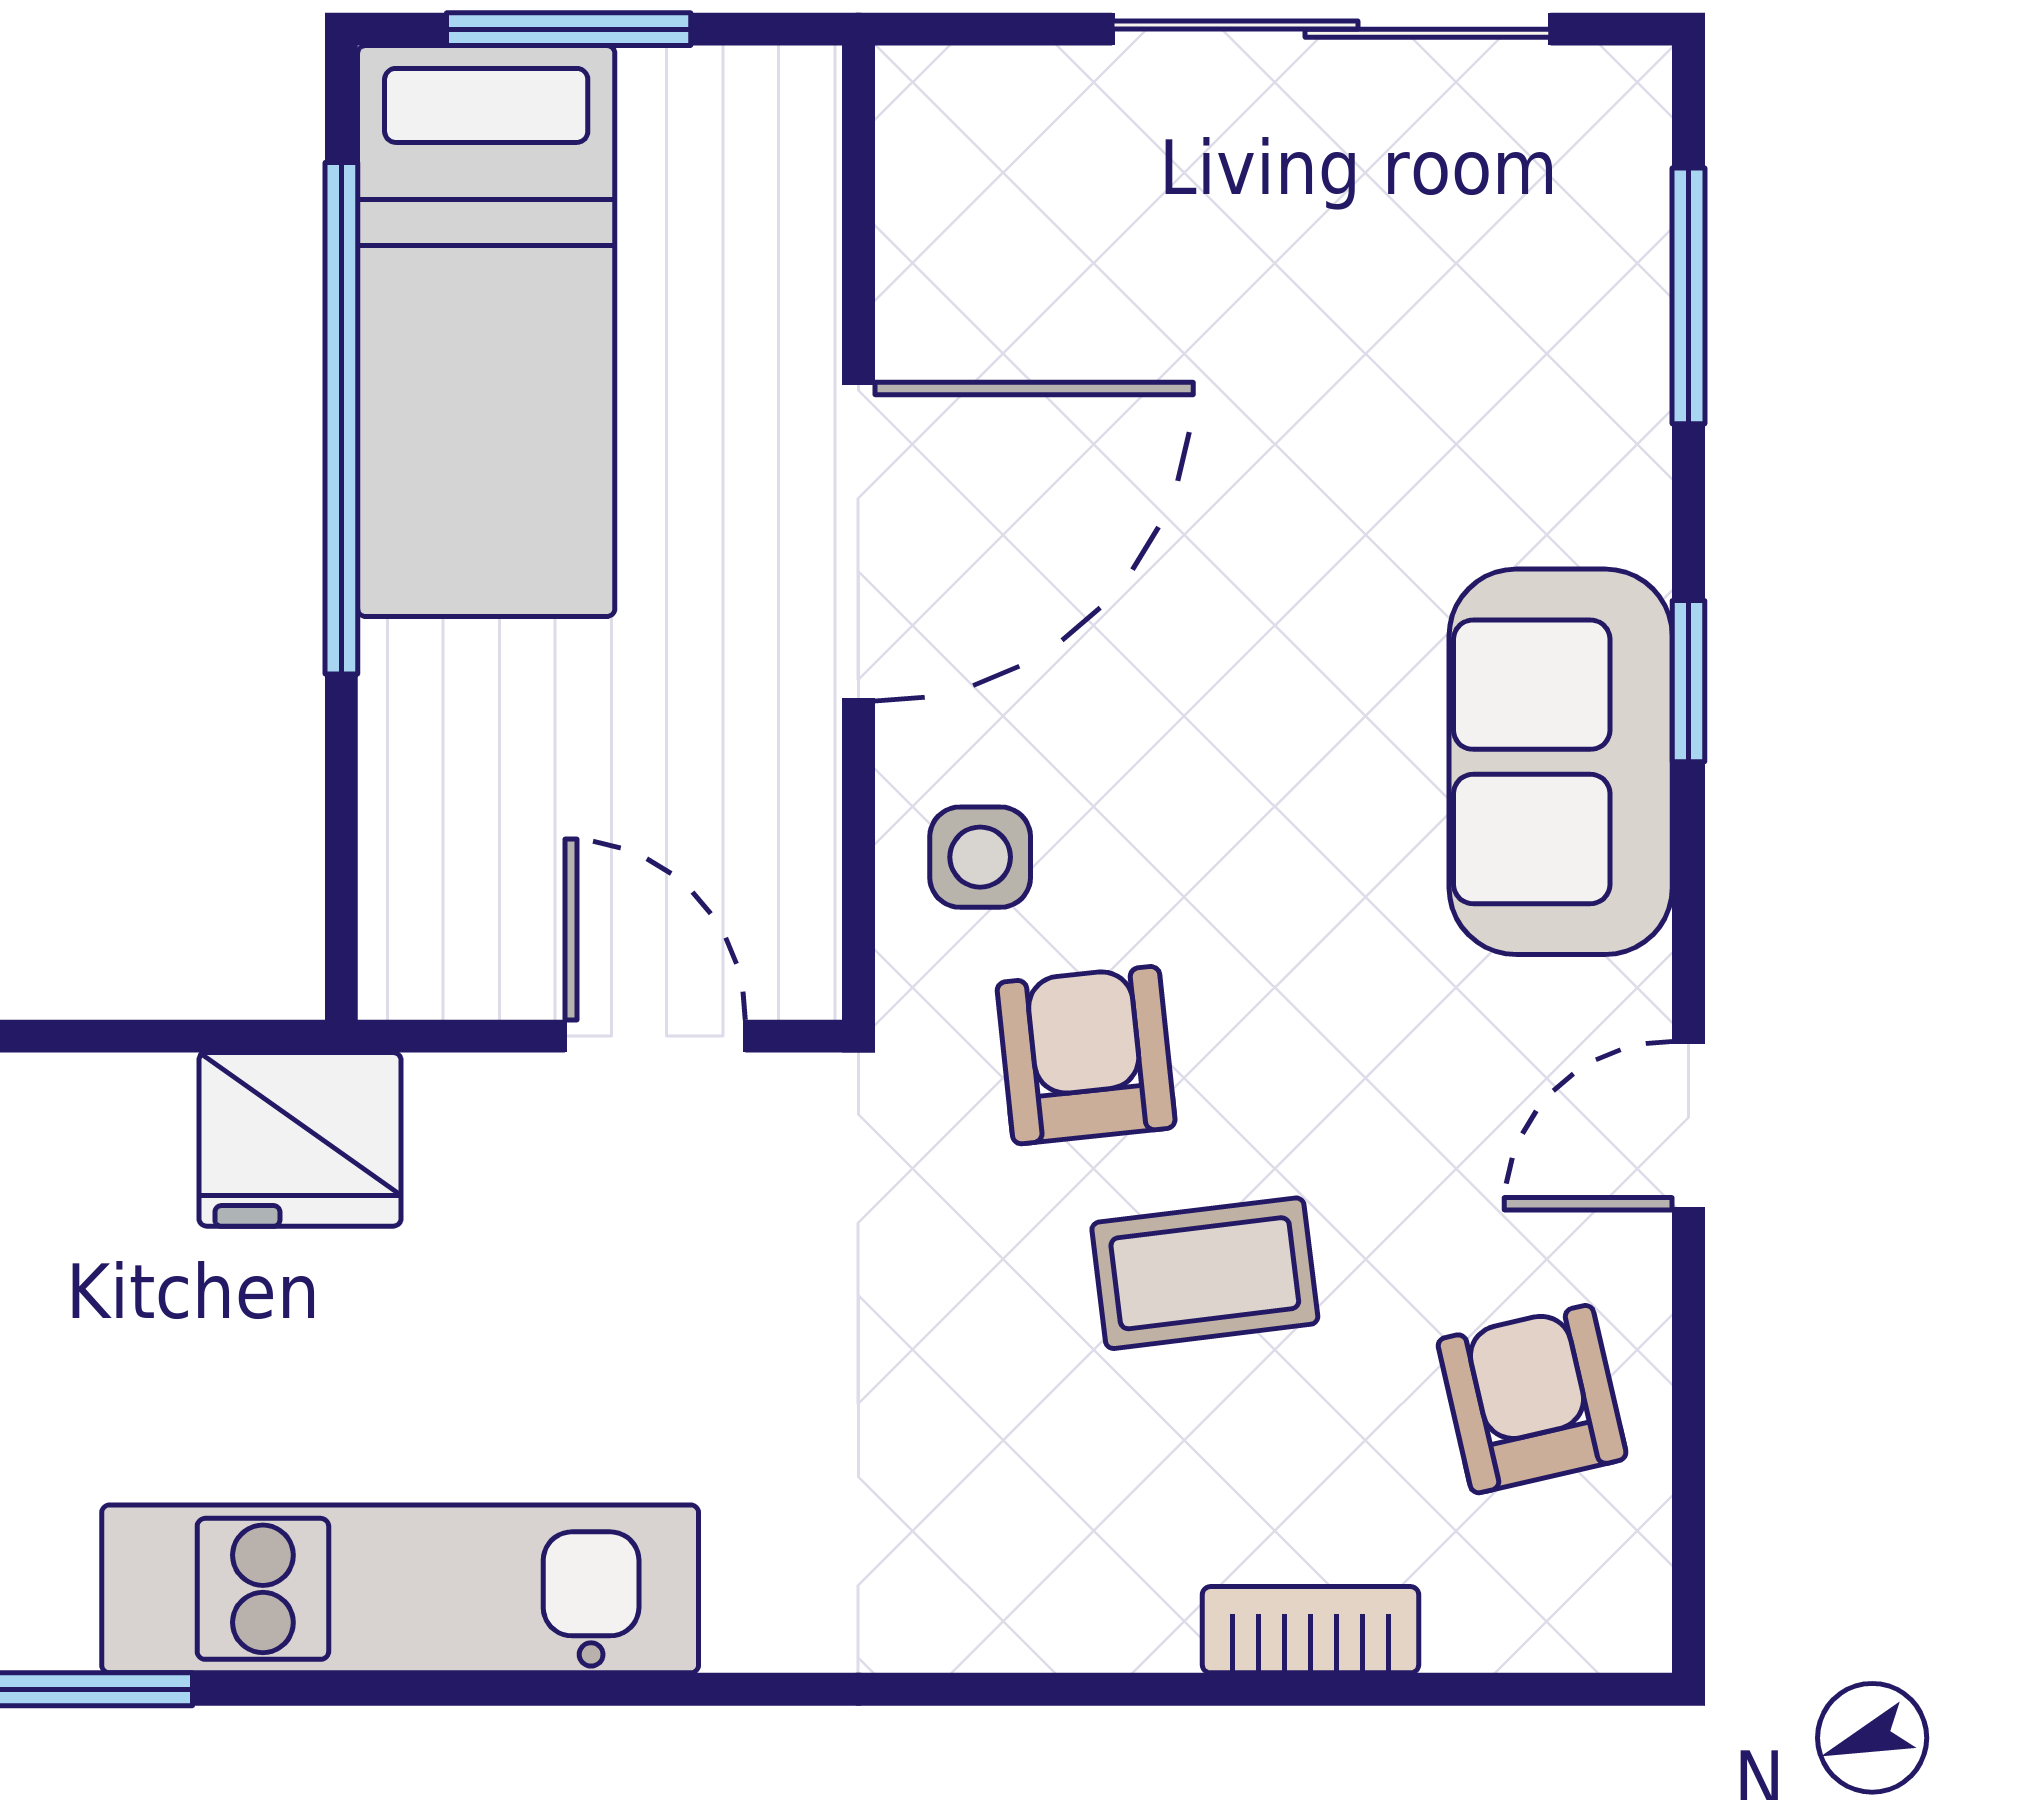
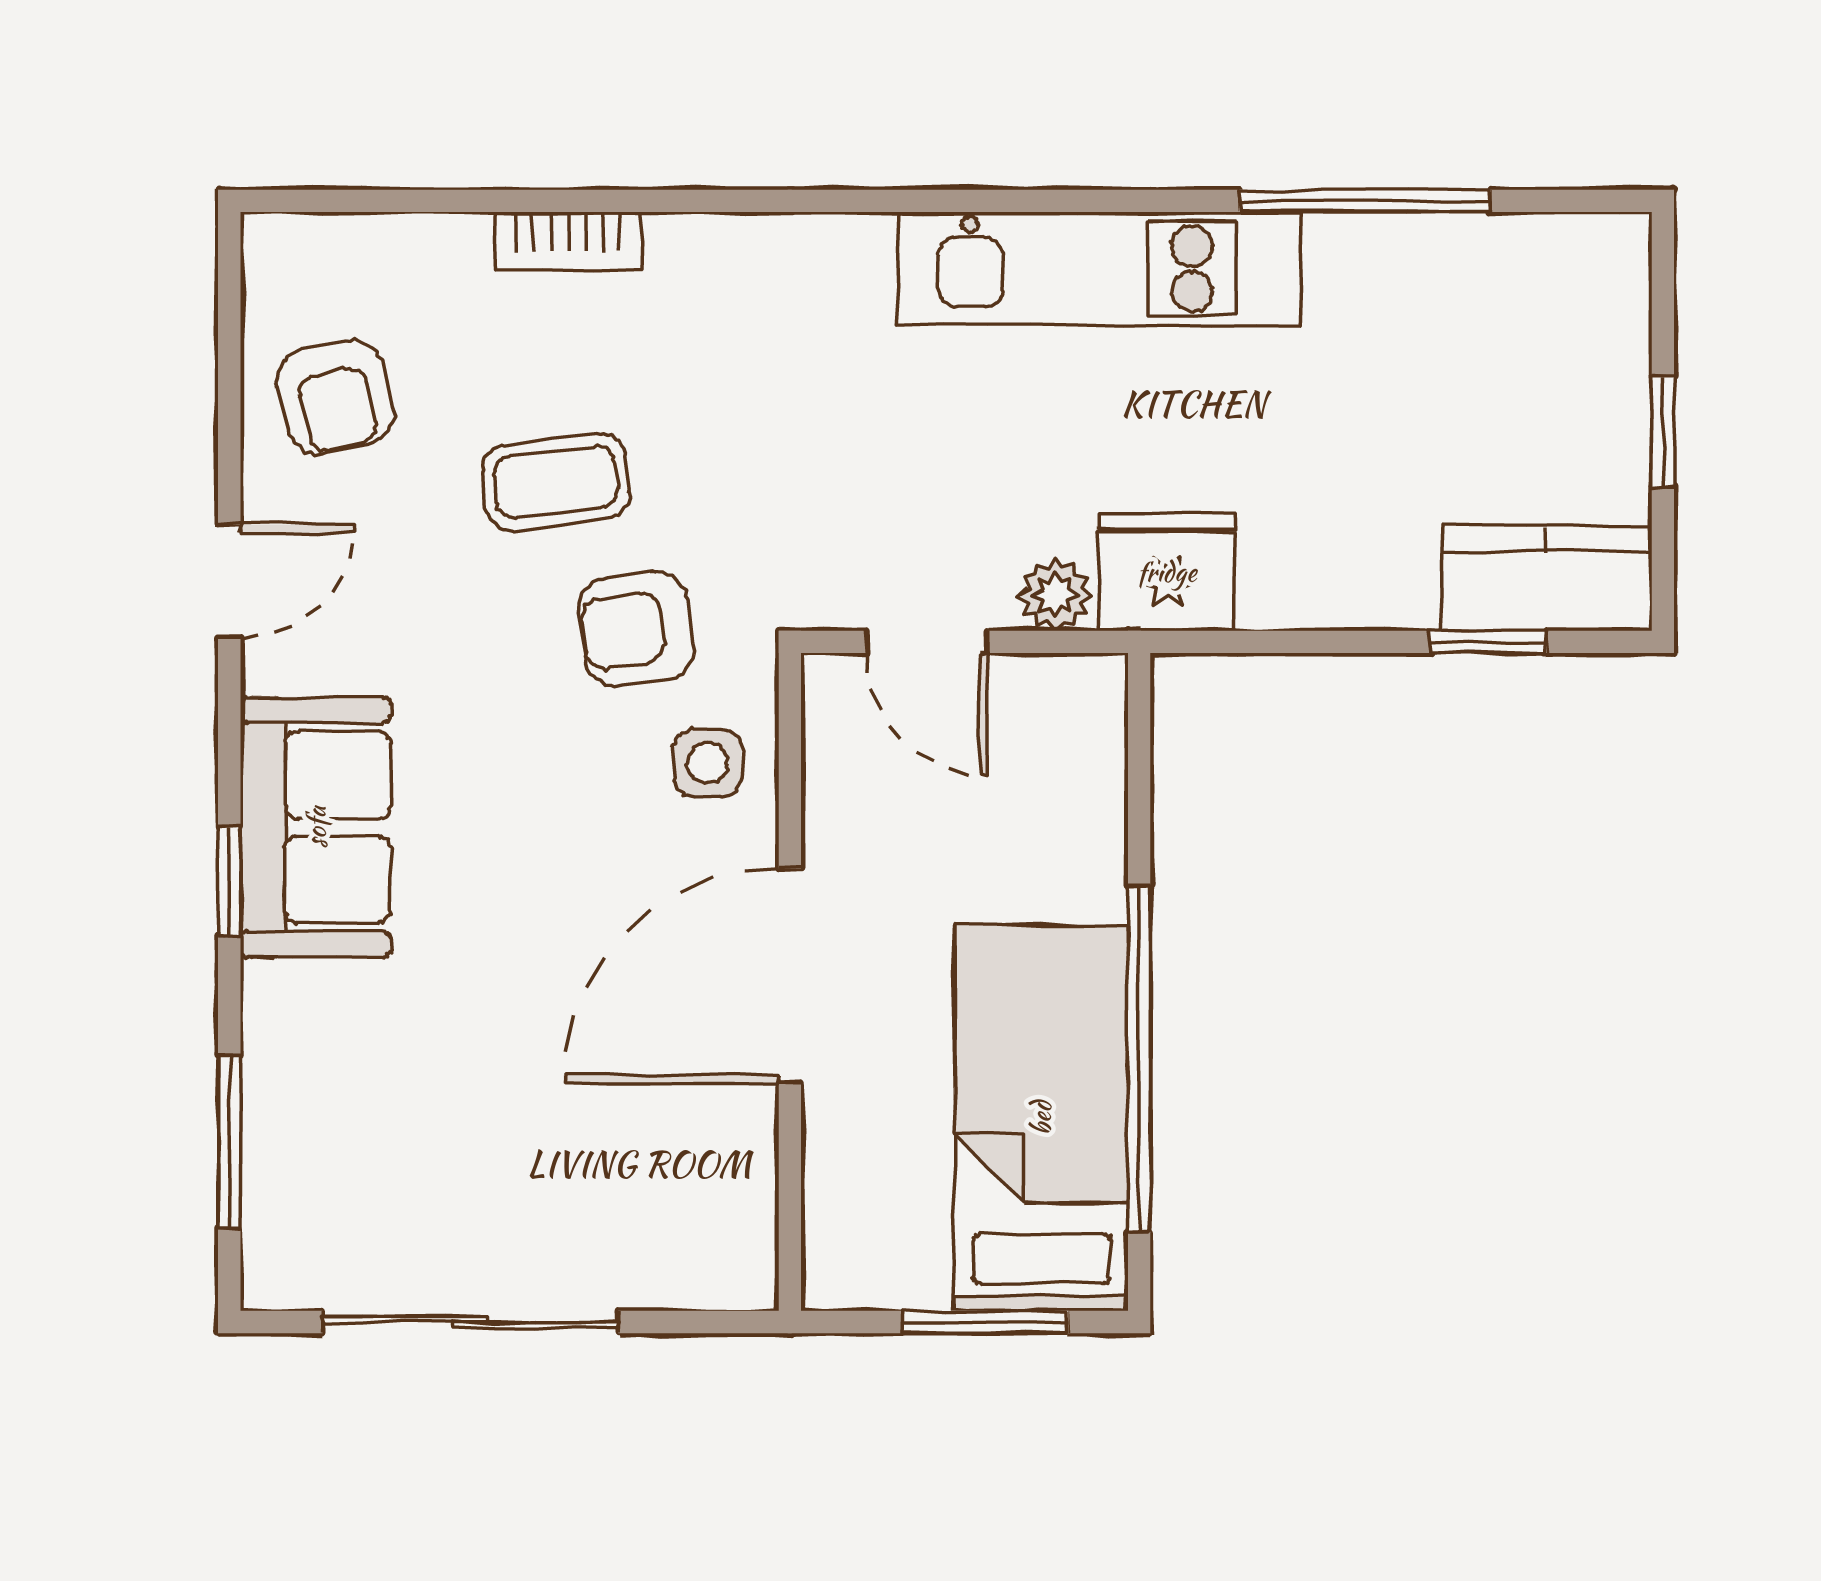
armchair: (1086, 1055) -> (636, 629), turned 89
plant: (465, 1106) -> (1055, 595), added
bookcase: (1310, 1630) -> (568, 241), moved

